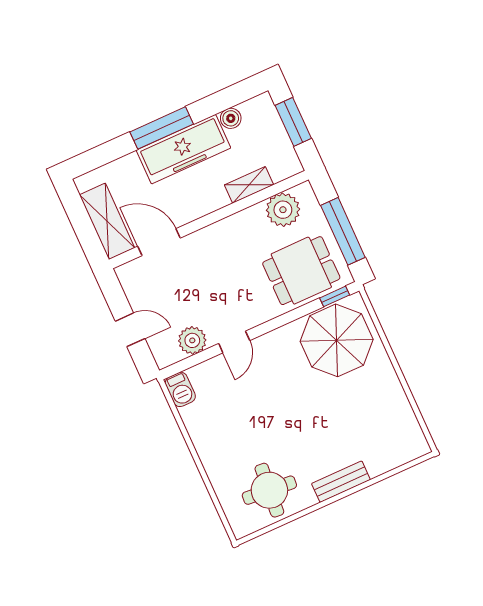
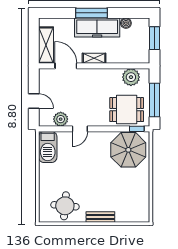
shelving: (249, 185) -> (94, 58), moved
barbecue: (180, 389) -> (48, 147), width x1.88, depth x1.53

